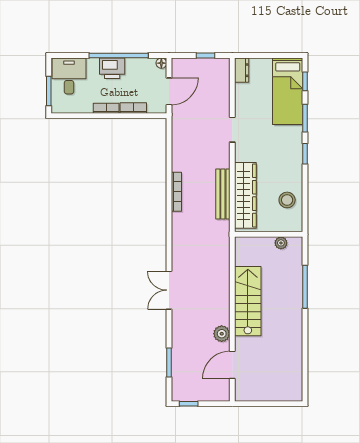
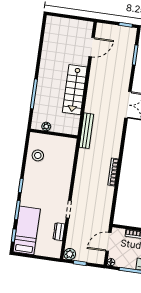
dresser: (242, 70) -> (59, 232), moved
bench: (223, 194) -> (86, 131), moved
wardrobe: (245, 195) -> (66, 163), removed
plant: (222, 334) -> (70, 254), moved

